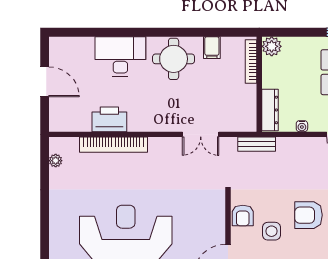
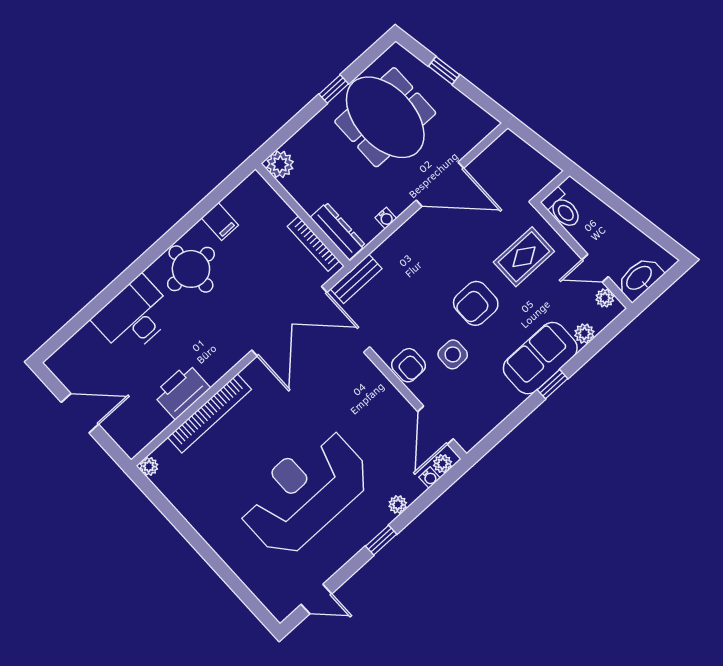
bookcase: (251, 62) -> (313, 244), moved
double door: (201, 134) -> (289, 321), width x1.87
plant: (56, 161) -> (149, 466), moved

